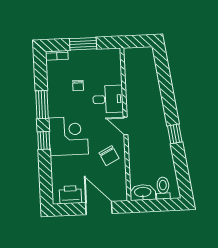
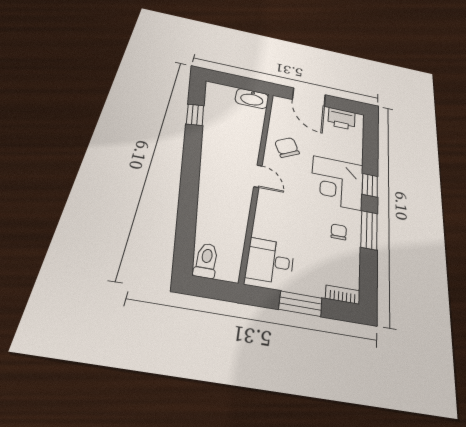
chair: (78, 85) -> (339, 232), moved
desk: (108, 99) -> (270, 261), moved
window: (175, 134) -> (195, 115), moved
toilet: (163, 188) -> (206, 261), moved, turned 180

